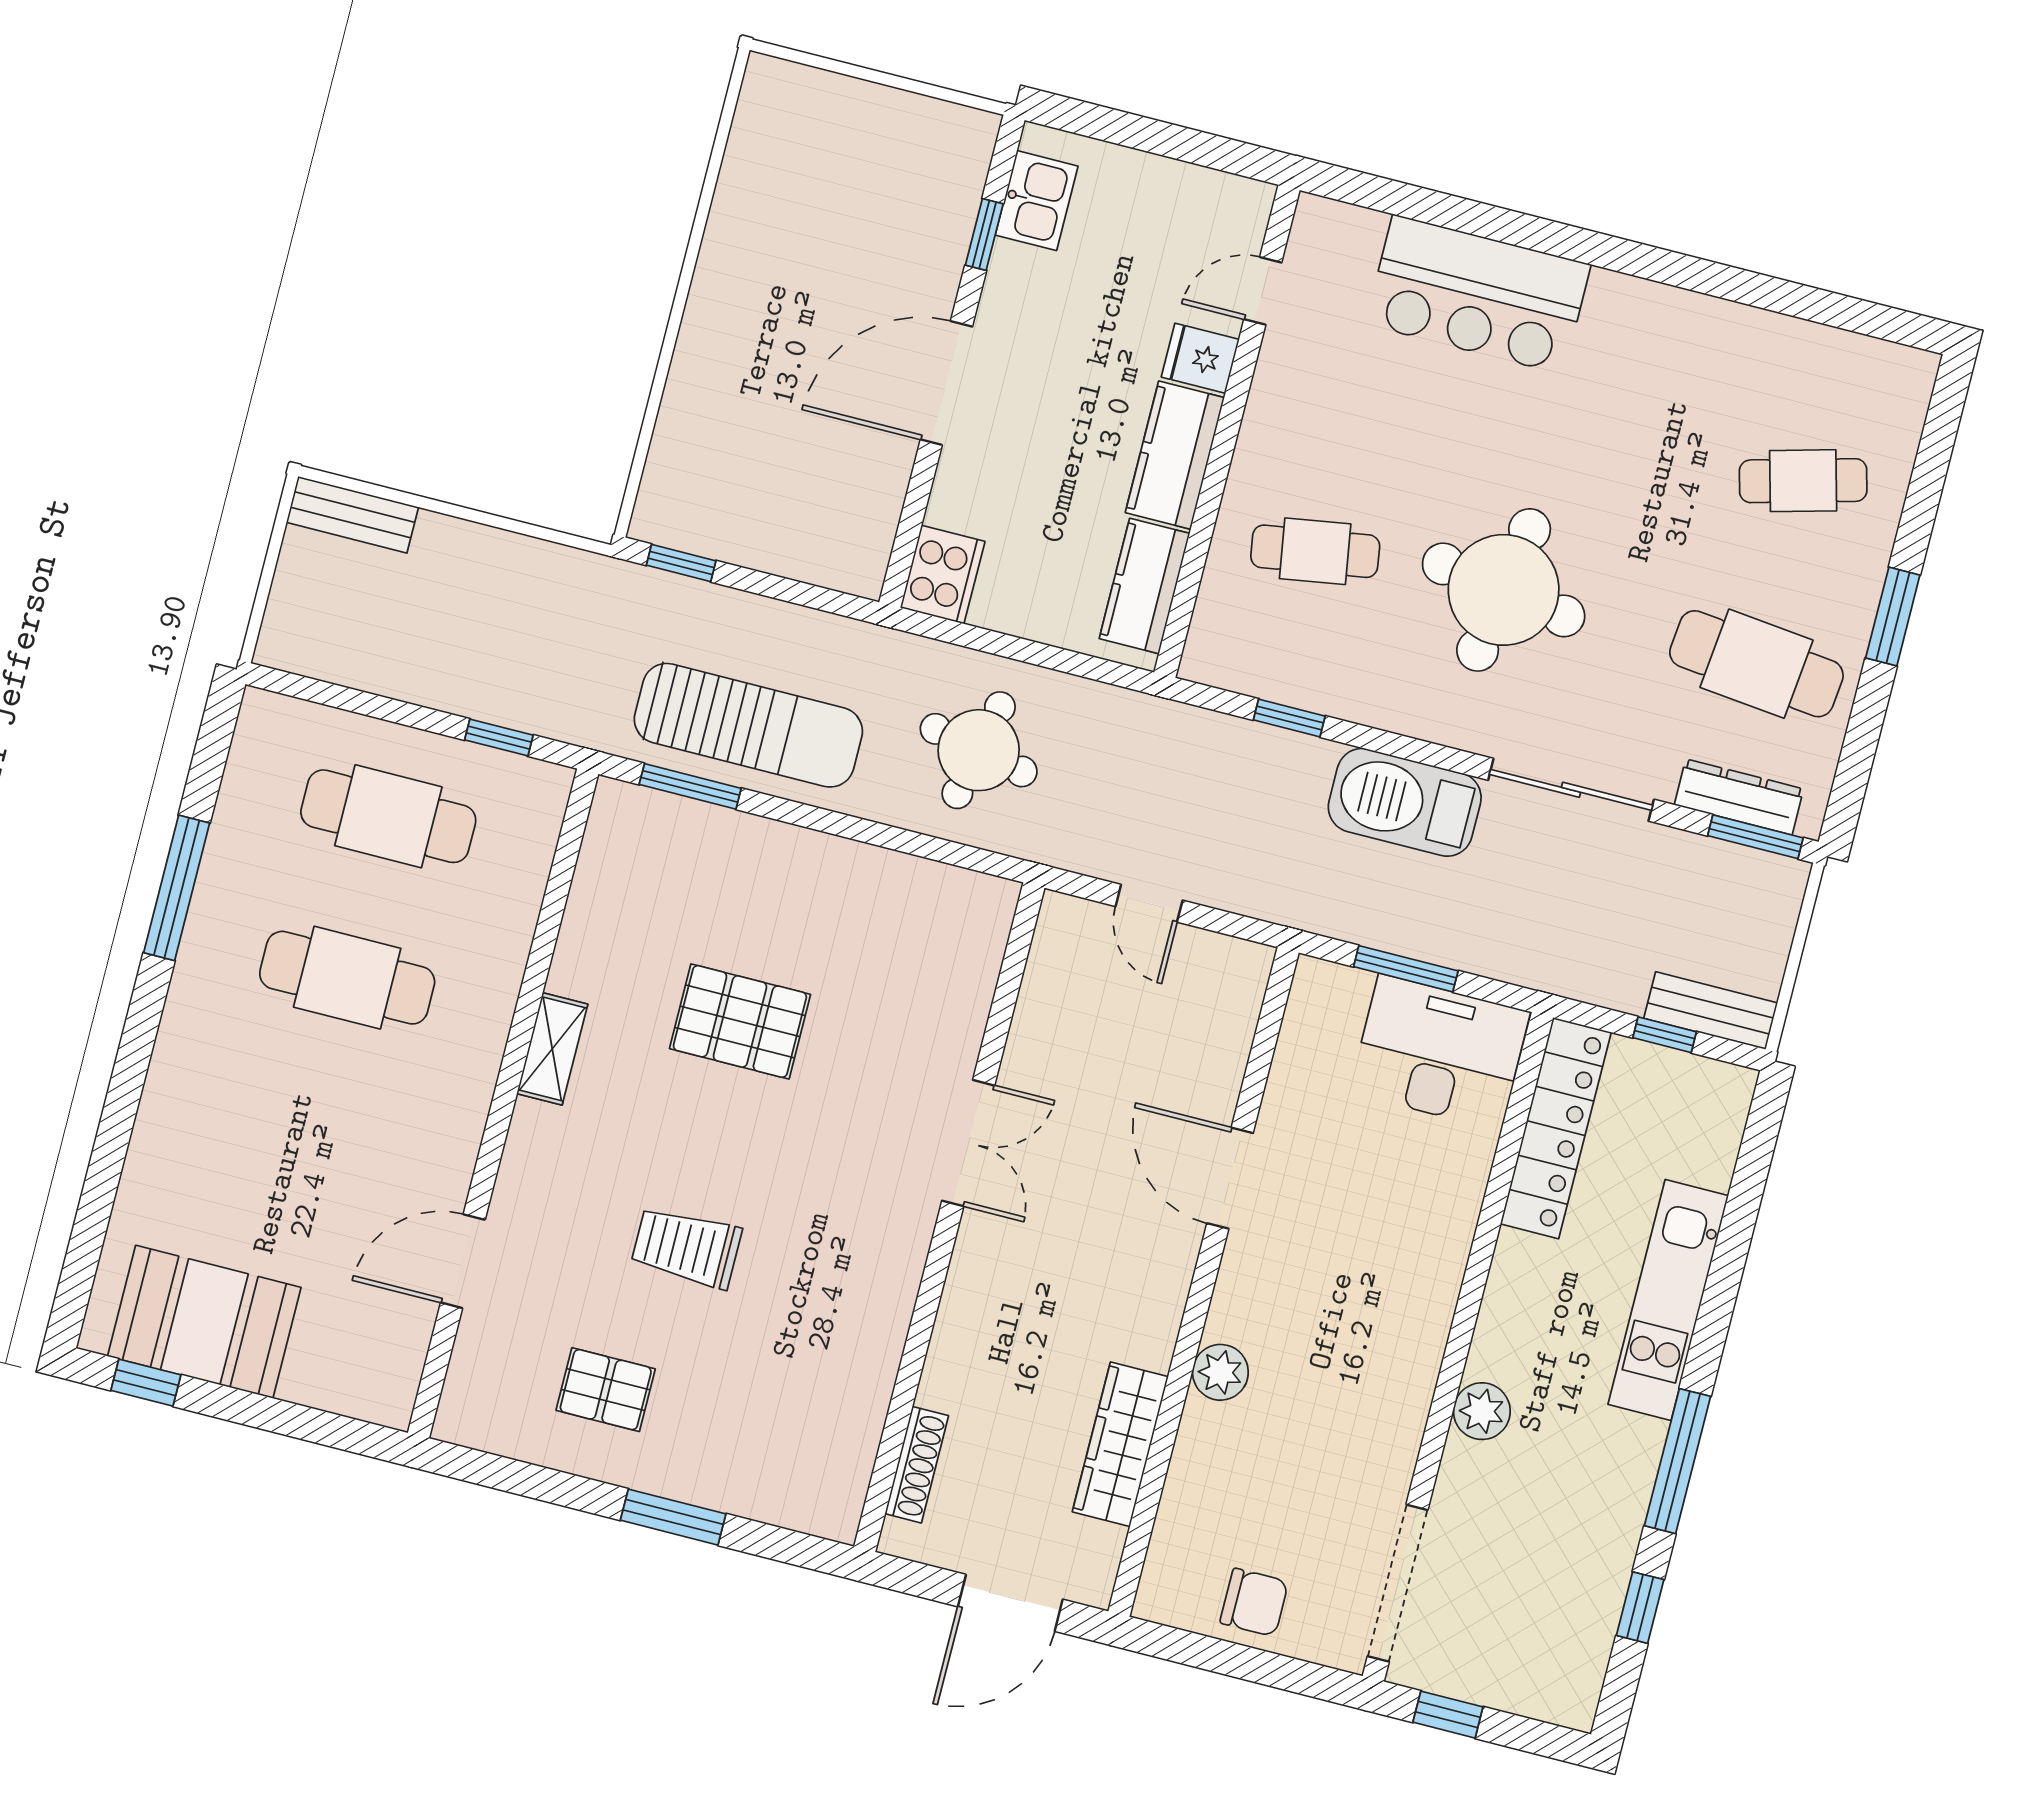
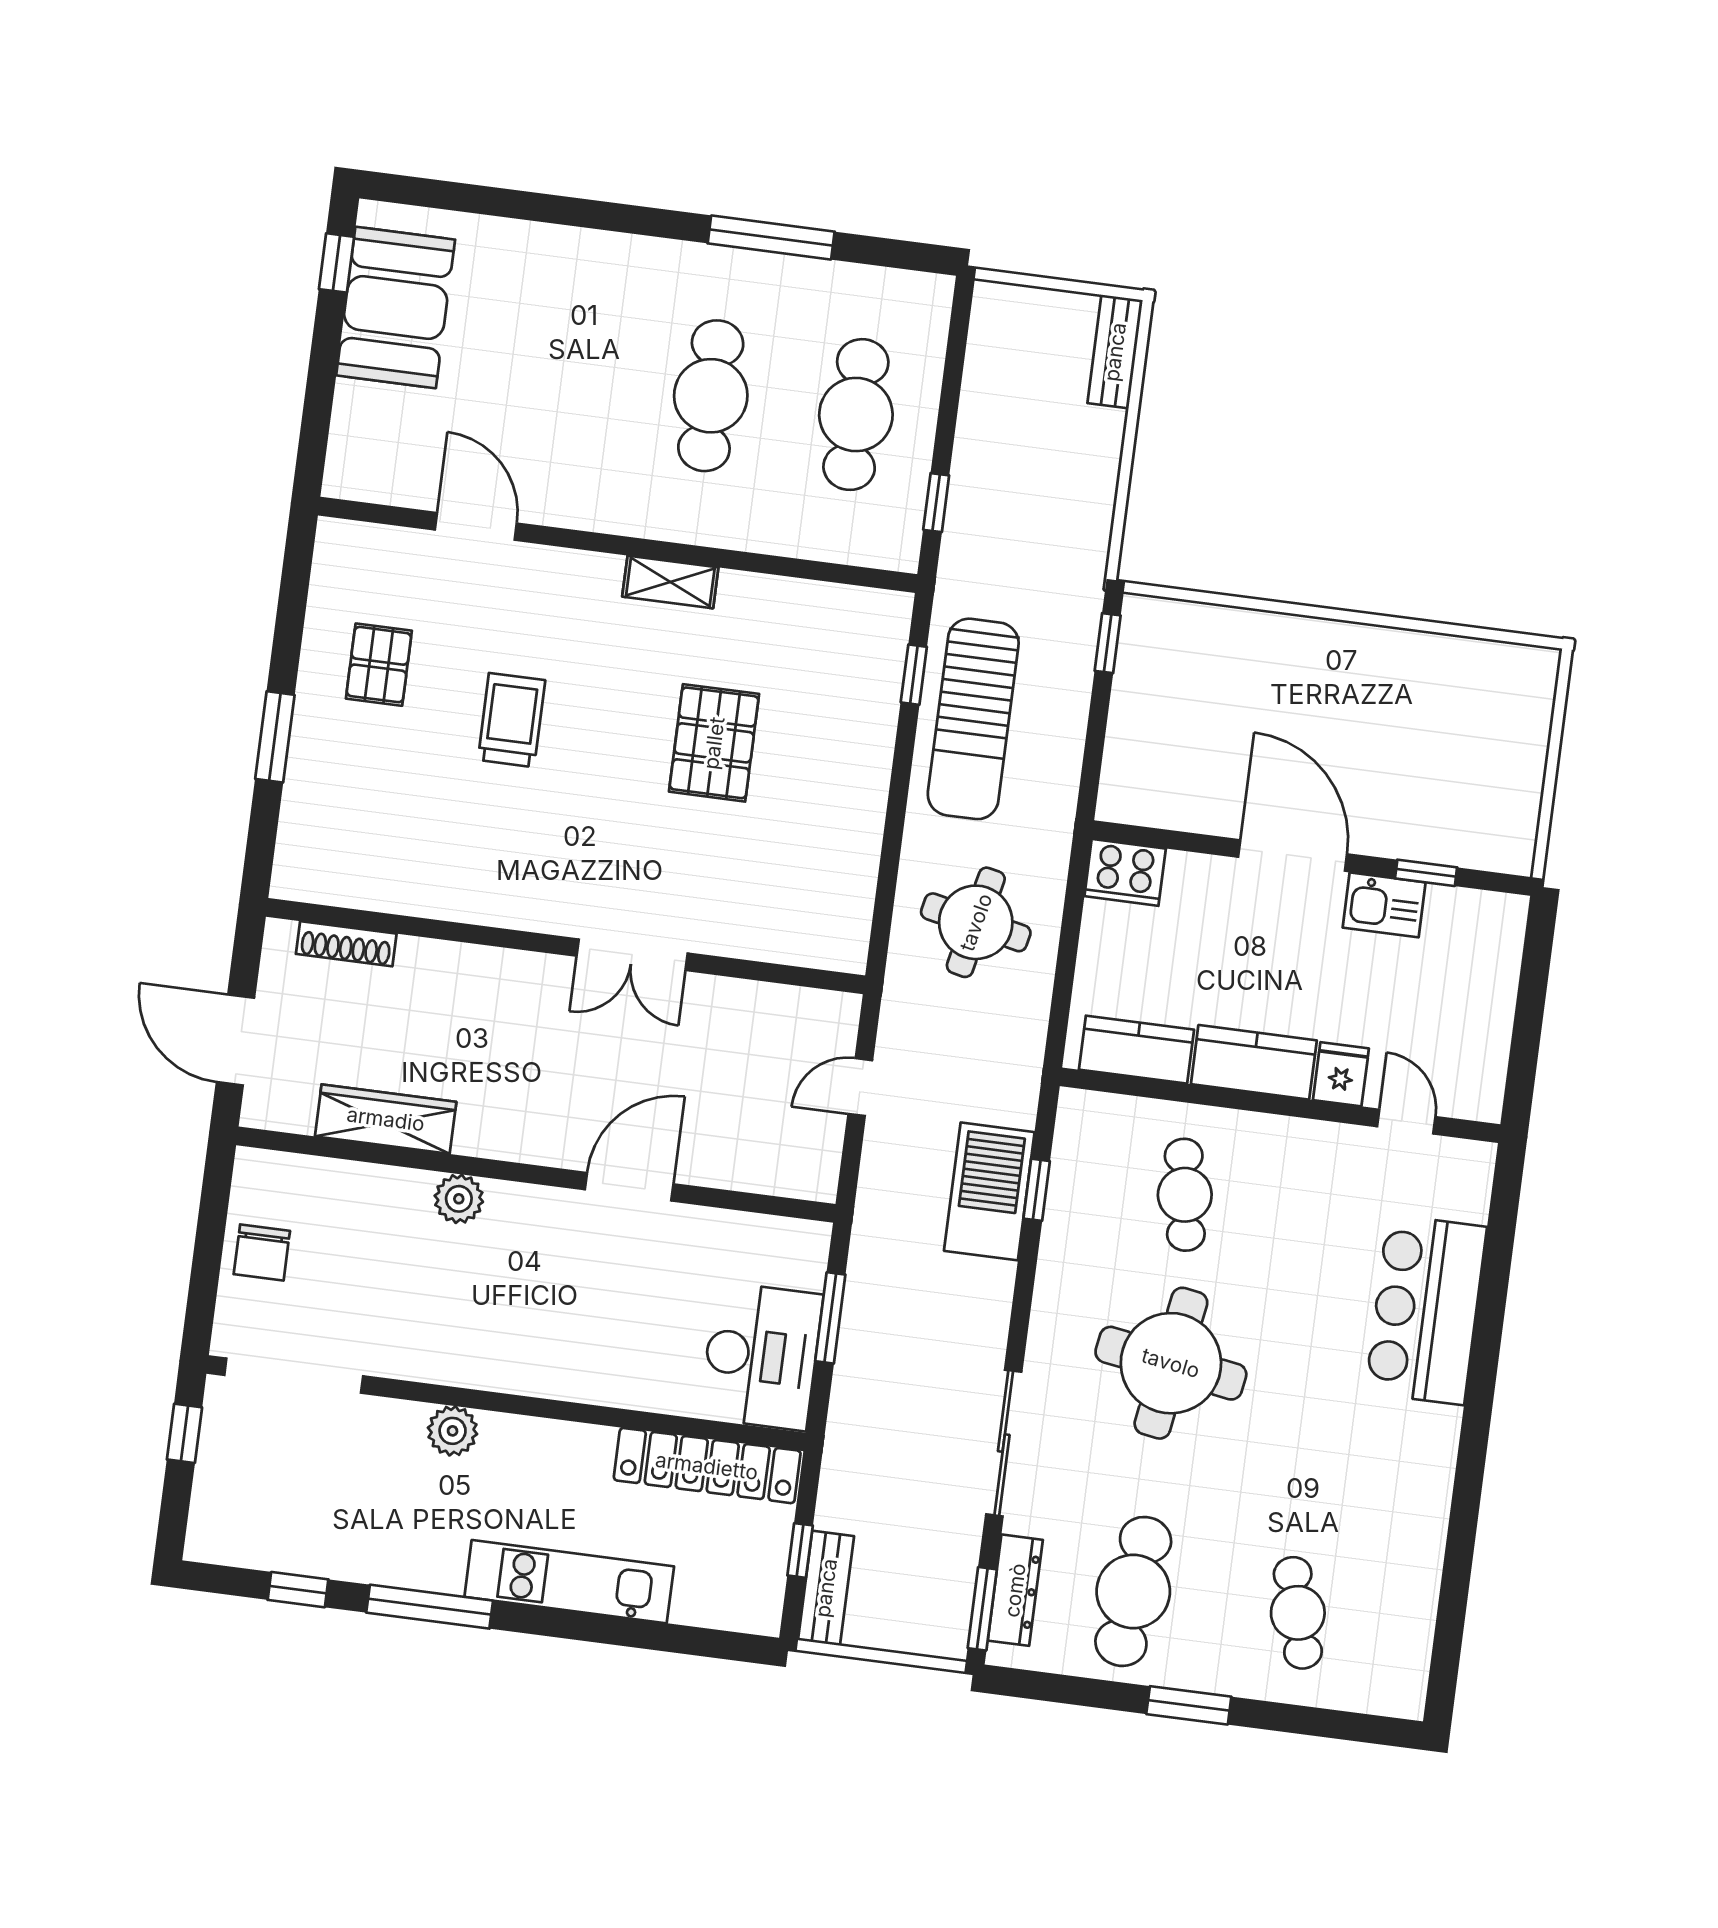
kitchen sink: (1037, 201) -> (1384, 905), moved
window: (690, 786) -> (914, 675), width x0.67
barbecue: (1405, 802) -> (989, 1191), moved

